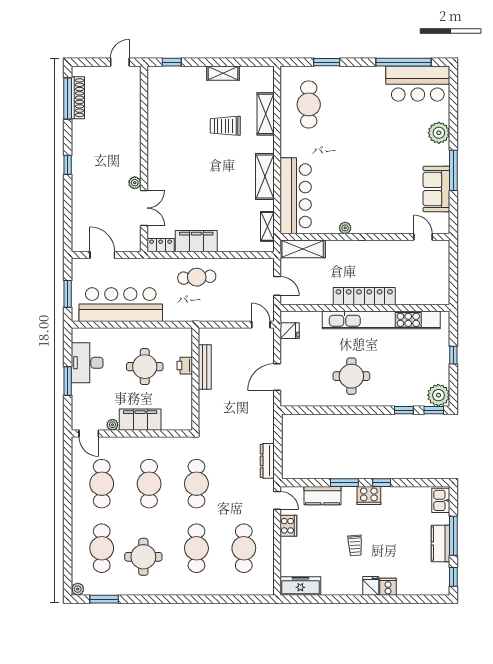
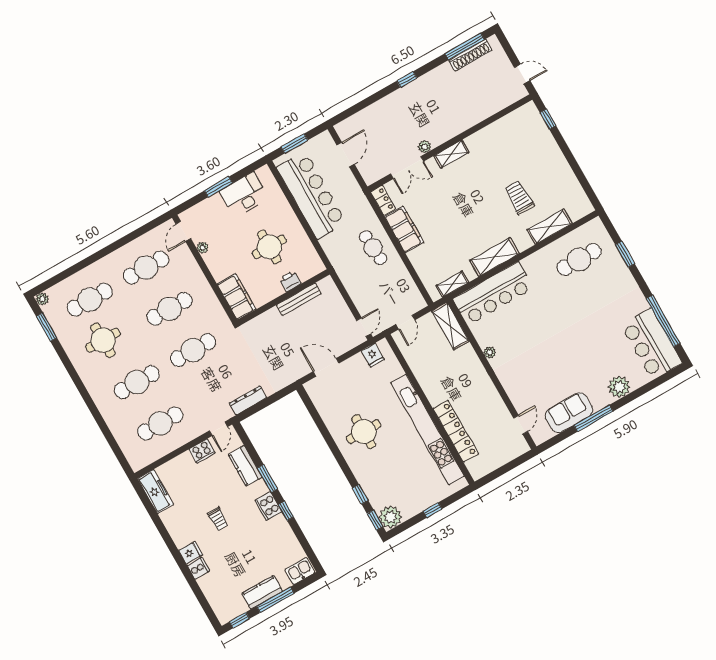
shelving: (223, 73) -> (451, 154), moved, turned 90
locker: (364, 296) -> (456, 431), moved
filing cabinet: (140, 420) -> (236, 297), moved
trolley: (355, 545) -> (218, 519), turned -86

